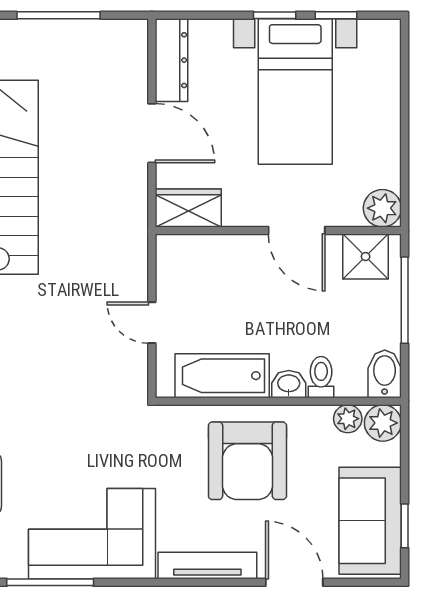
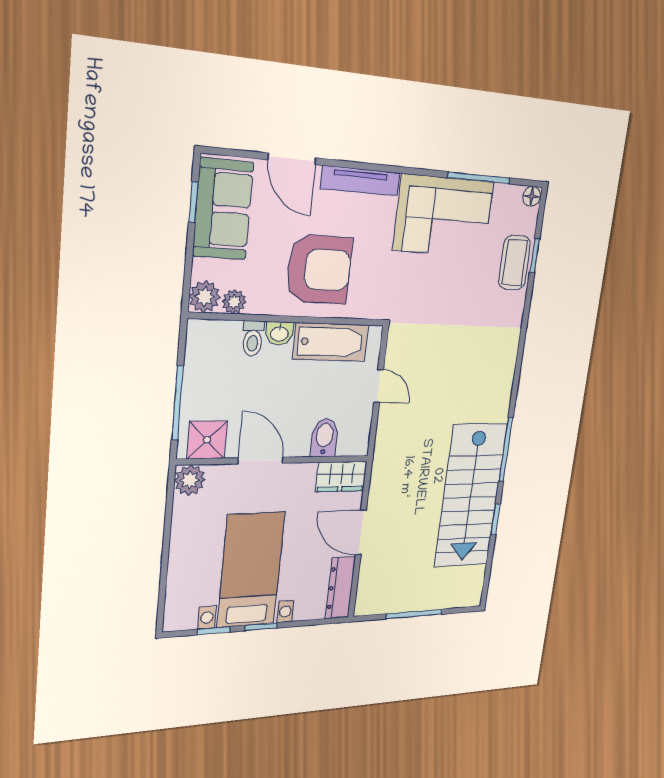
bidet: (385, 374) -> (324, 438), moved, turned 180
armchair: (247, 461) -> (319, 269), turned 90

